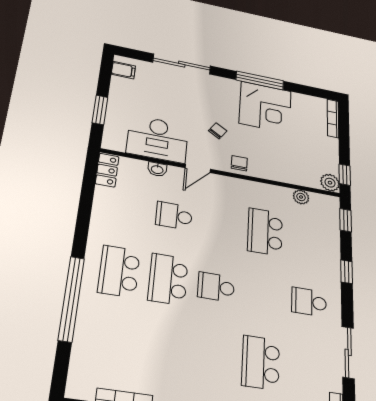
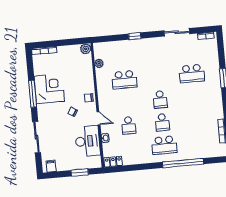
window: (345, 175) -> (78, 41), removed
window: (346, 220) -> (106, 39), removed
school desk: (168, 279) -> (162, 122), width x0.54
school desk: (309, 302) -> (156, 54), removed

